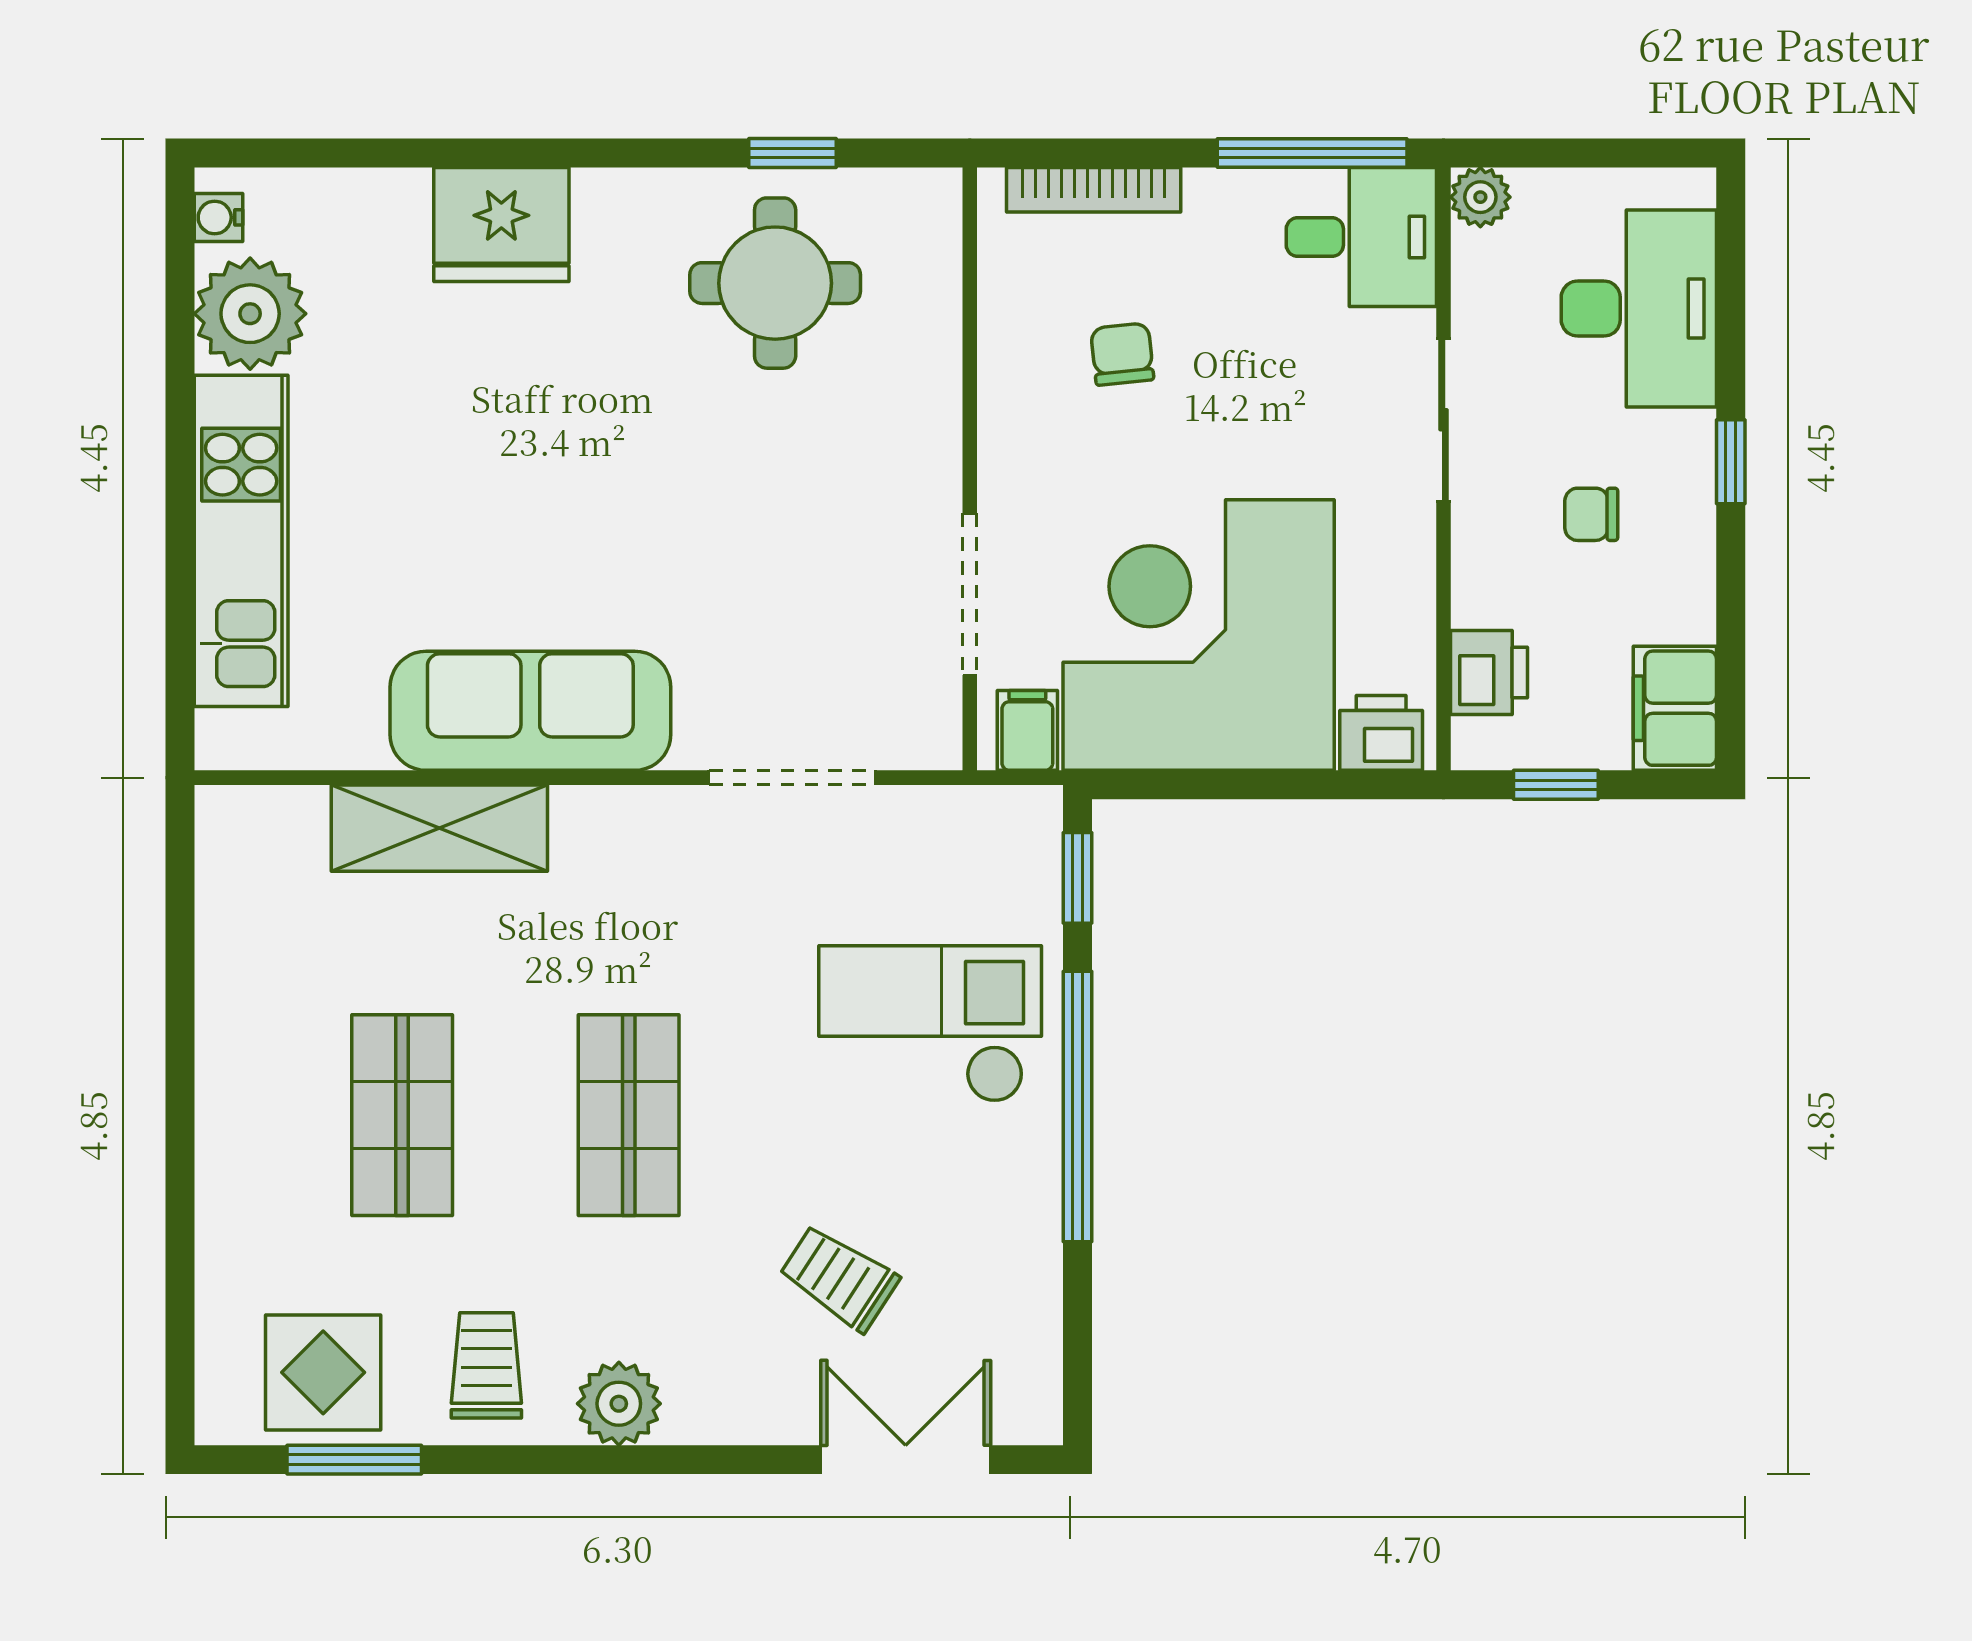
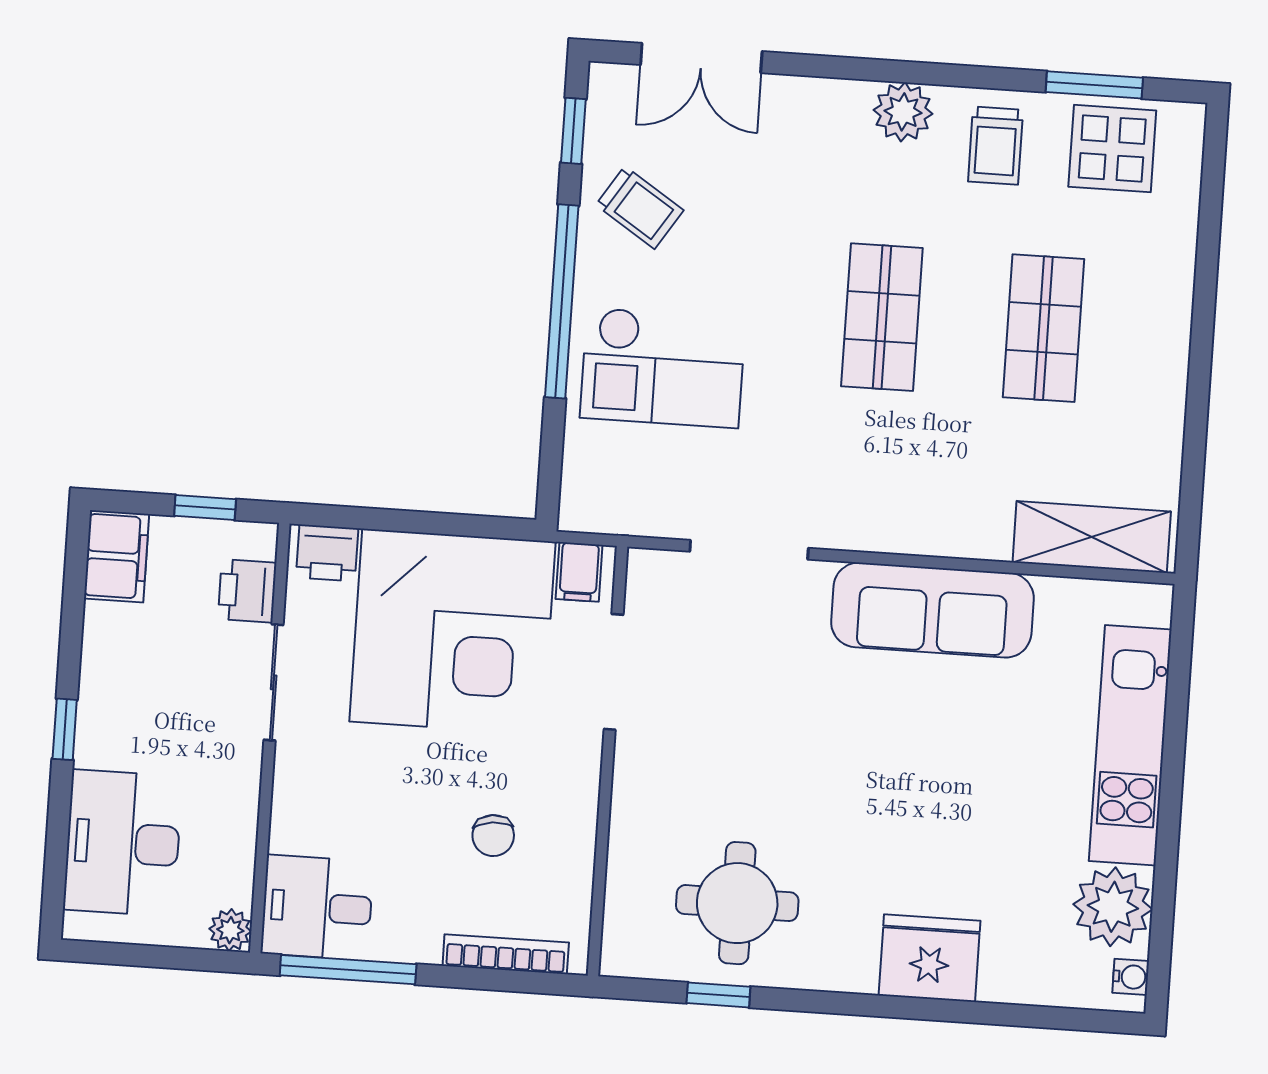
sliding door: (1444, 420) -> (274, 682), moved
chair: (1591, 514) -> (167, 699), removed
shelving: (439, 828) -> (1092, 537), moved
window: (1077, 878) -> (573, 131), moved
trolley: (839, 1278) -> (640, 208), moved

